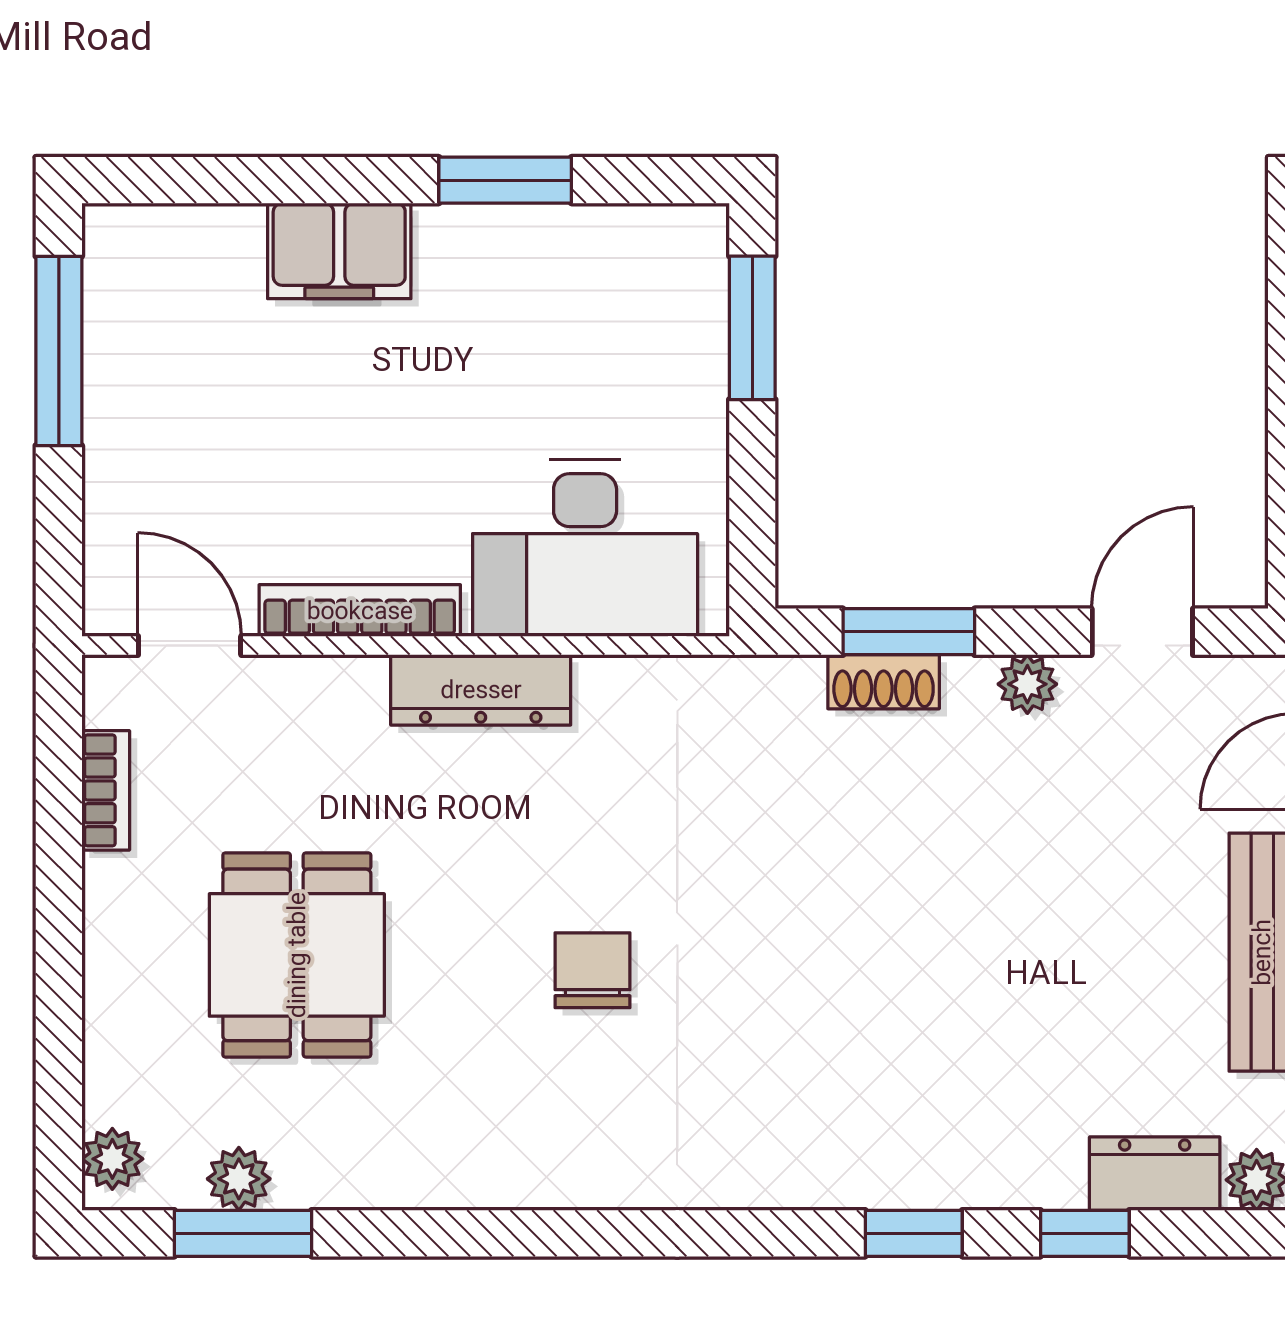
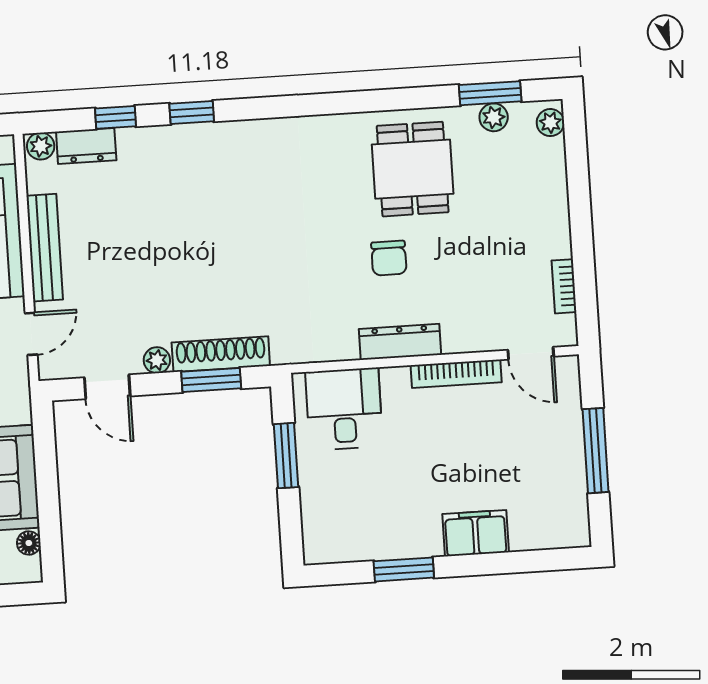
window: (752, 328) -> (286, 456), moved
window: (59, 351) -> (596, 451), moved
desk: (585, 548) -> (344, 409), width x0.73
door: (1142, 632) -> (107, 387), hinge flipped
shoe rack: (884, 682) -> (221, 354), width x1.94, depth x1.24
dining table: (297, 955) -> (413, 169), moved
chair: (593, 970) -> (389, 258), moved

